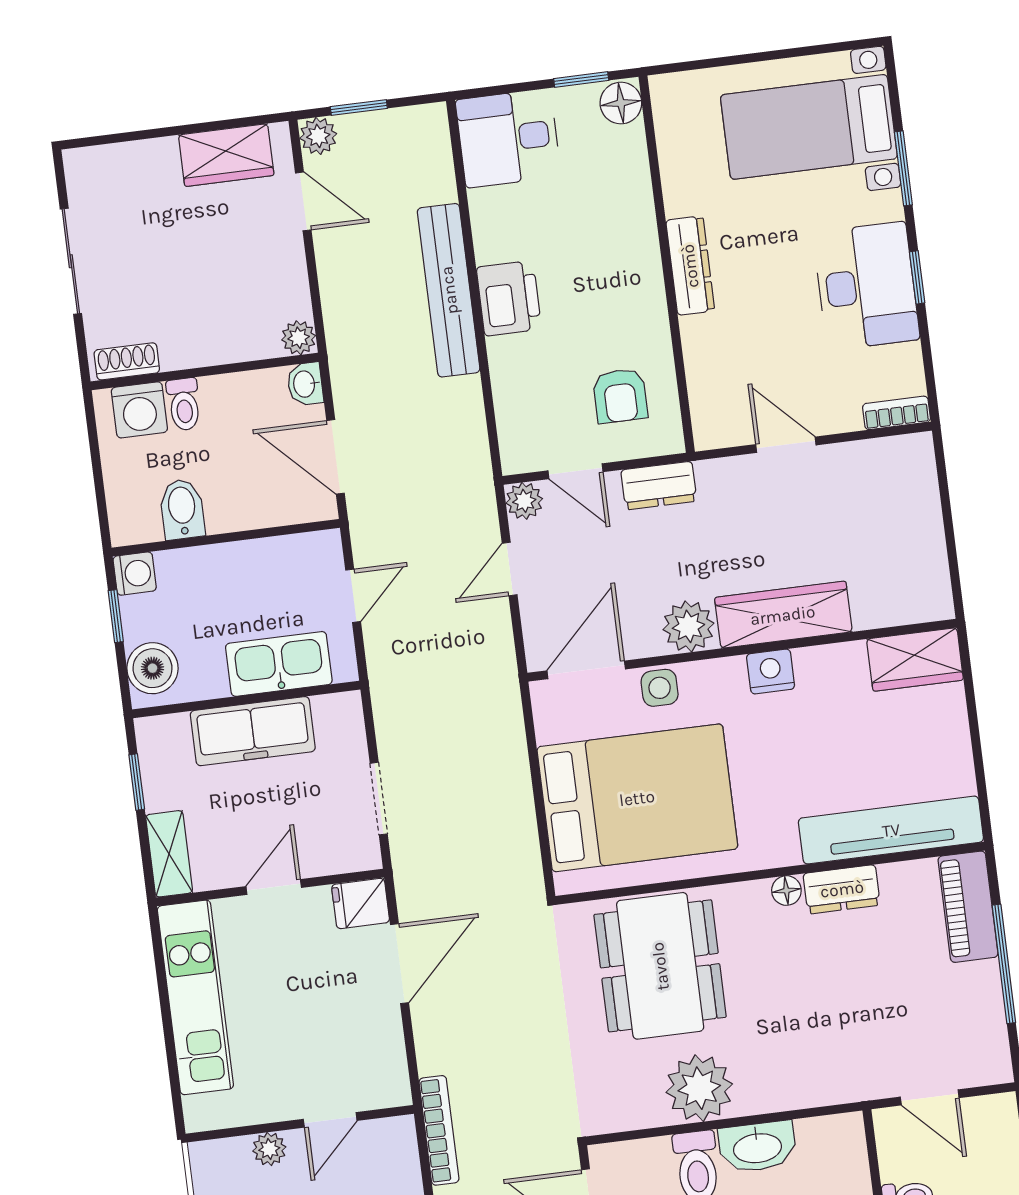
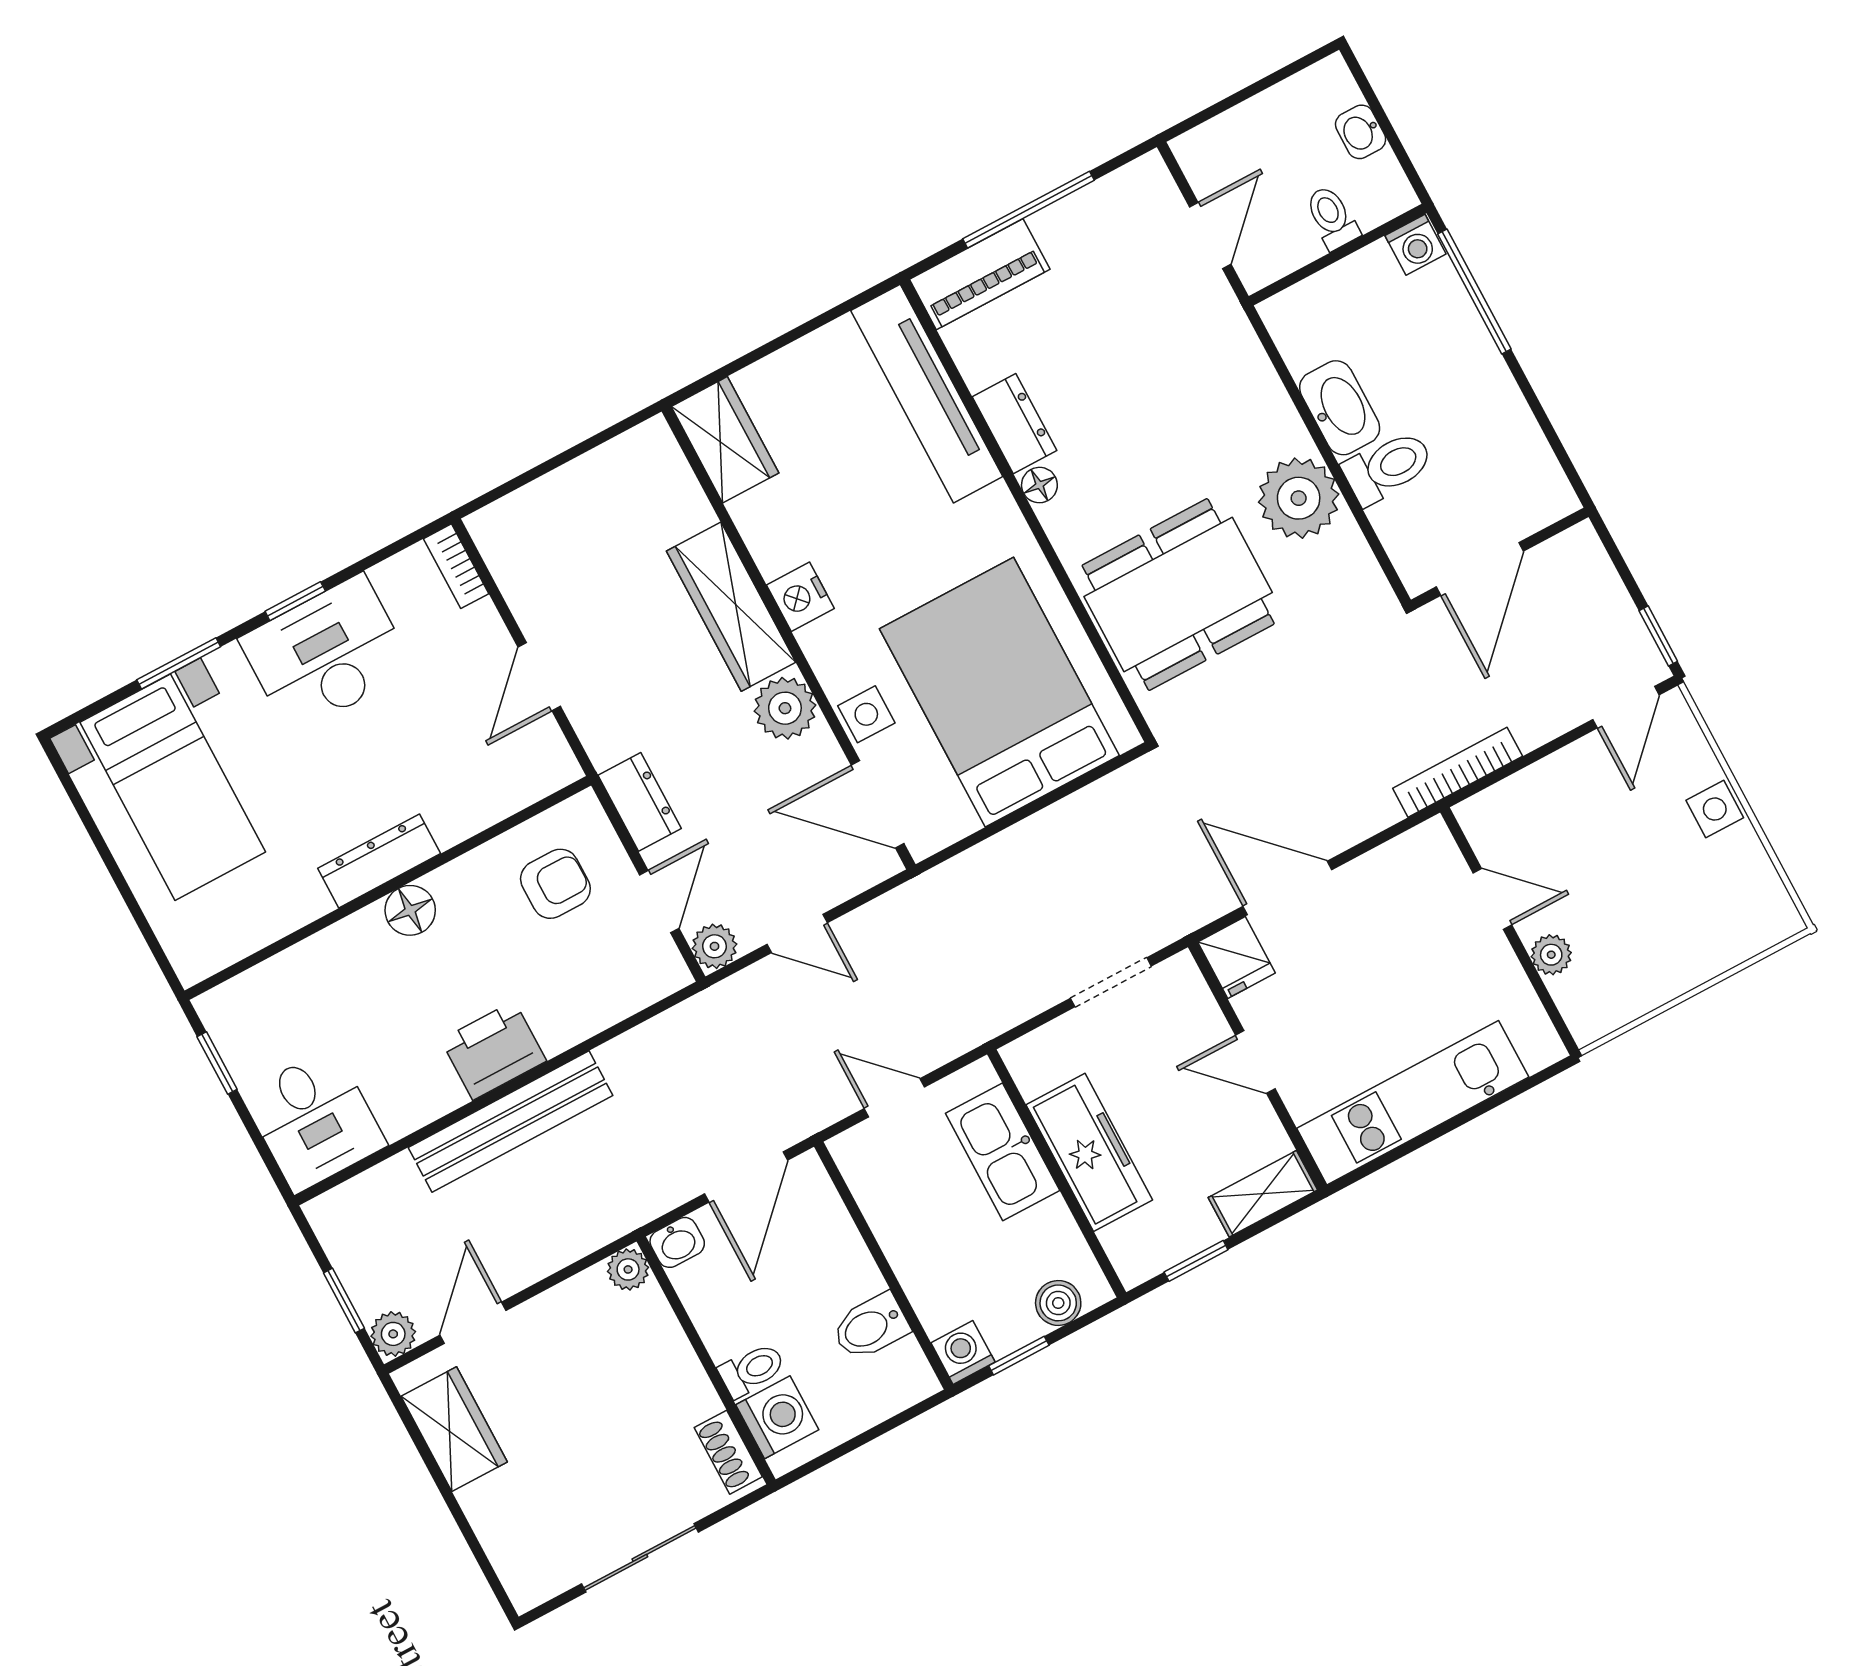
floor lamp: (621, 103) -> (410, 910), moved
boiler: (152, 668) -> (1058, 1303), width x0.73, depth x0.73

